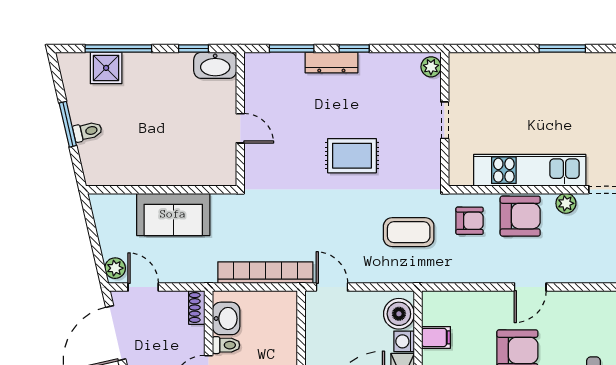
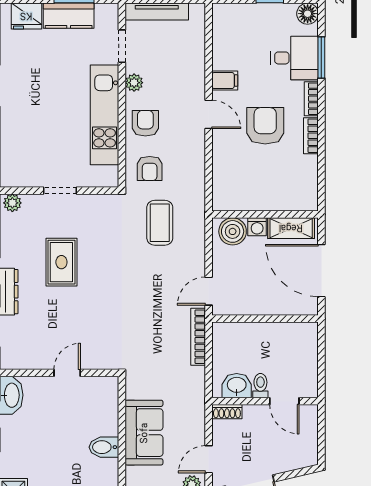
rug: (352, 156) -> (61, 262), moved
bidet: (157, 169) -> (104, 447), added
armchair: (520, 216) -> (145, 123), width x0.72, depth x0.72
armchair: (470, 221) -> (150, 168), turned 180
bookcase: (265, 273) -> (198, 337), width x0.68, depth x0.76
filing cabinet: (436, 337) -> (225, 81), moved, turned 90

